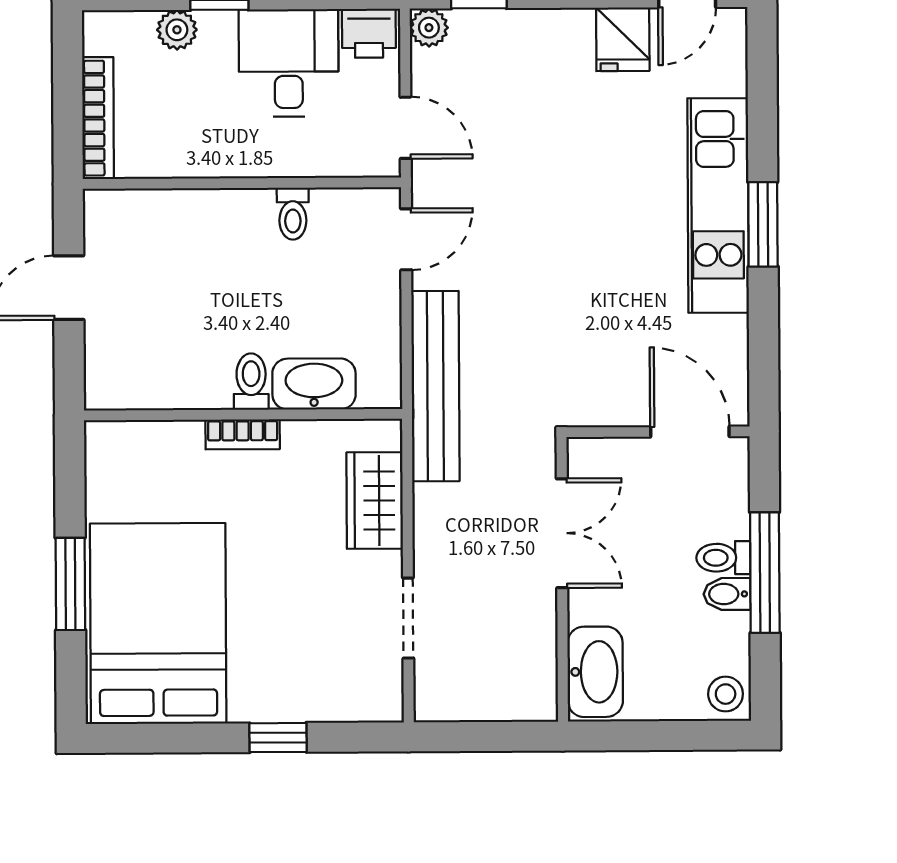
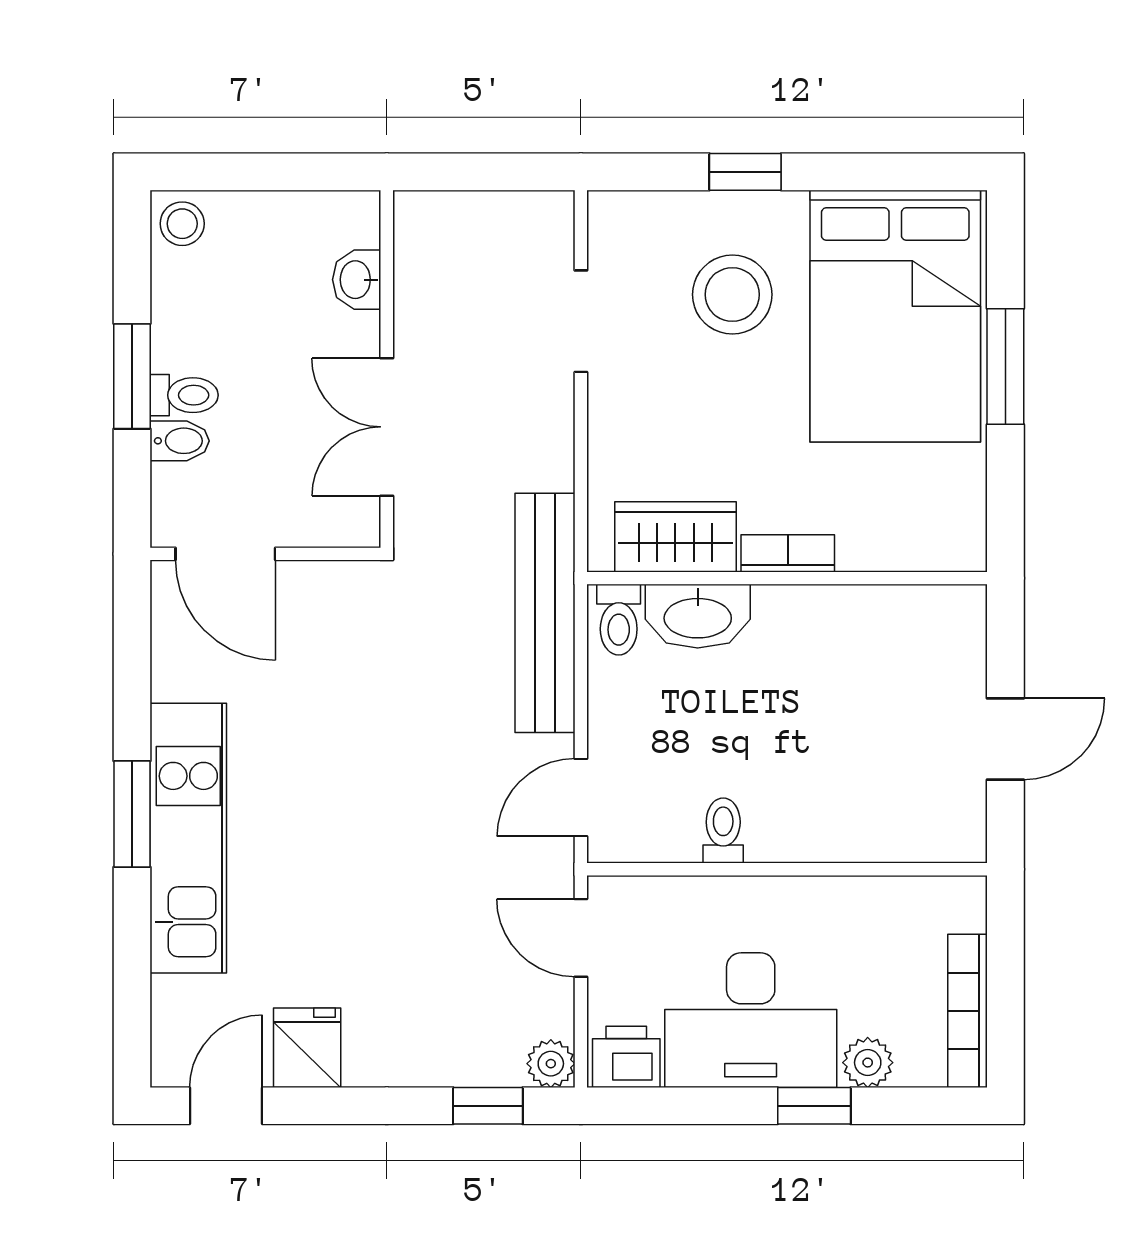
desk: (289, 63) -> (751, 1020), width x1.37
bookcase: (98, 118) -> (968, 1011), moved
toilet: (251, 382) -> (619, 620), moved
wardrobe: (375, 501) -> (675, 537), moved, turned -90
window: (765, 573) -> (132, 376), width x0.69
bidet: (727, 594) -> (180, 441), moved
stool: (288, 640) -> (732, 295), added
washbasin: (595, 672) -> (357, 280), width x0.52, depth x0.69

